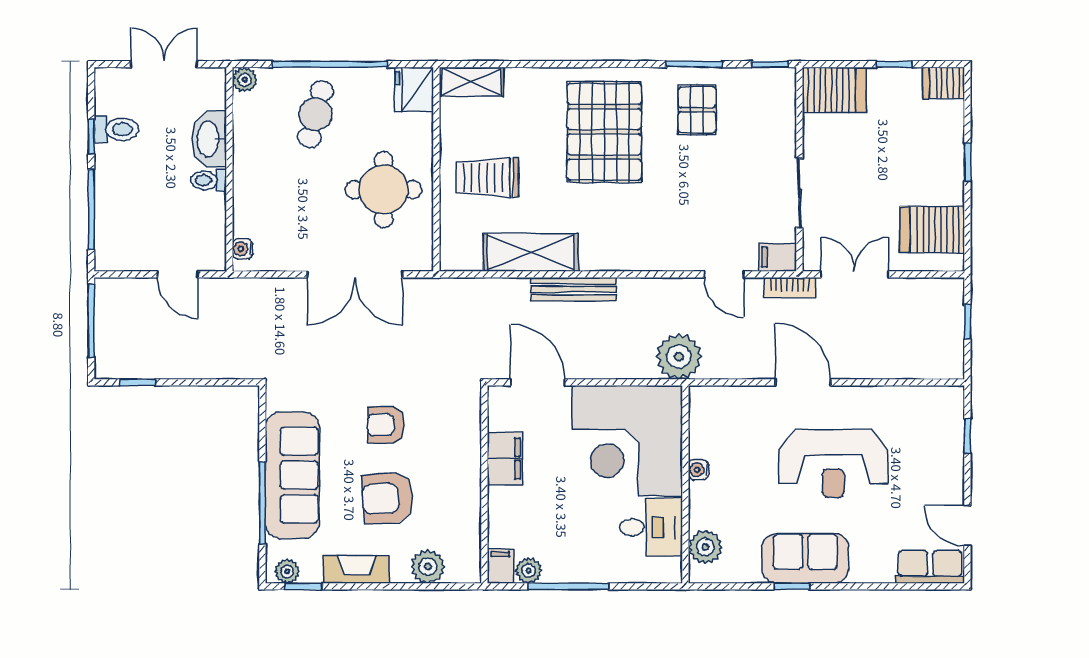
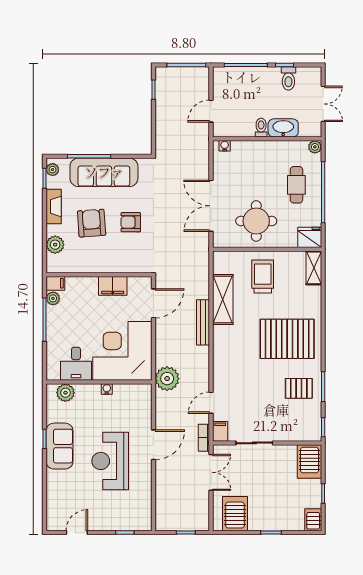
cafe table: (316, 114) -> (296, 185), turned 75
armchair: (386, 425) -> (131, 222), turned -90
row of seats: (930, 567) -> (55, 513), removed

